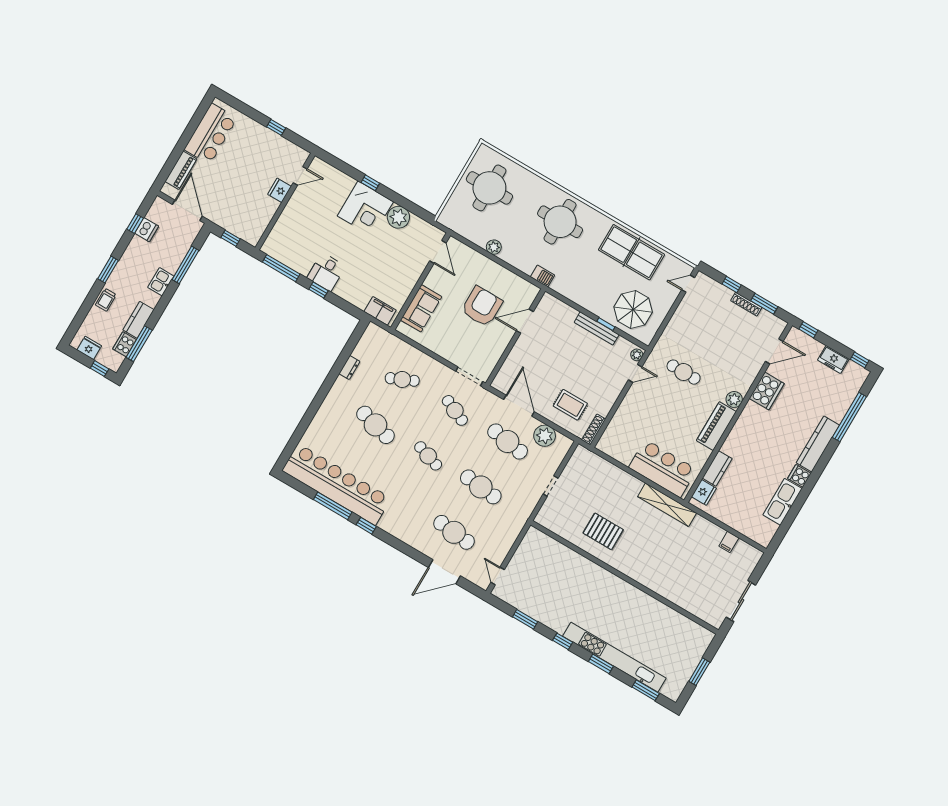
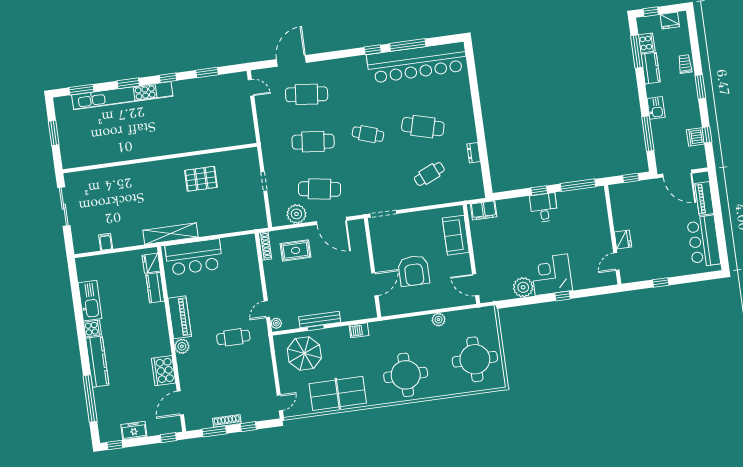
barbecue: (542, 276) -> (359, 330), moved
cafe table: (455, 410) -> (374, 182), removed

